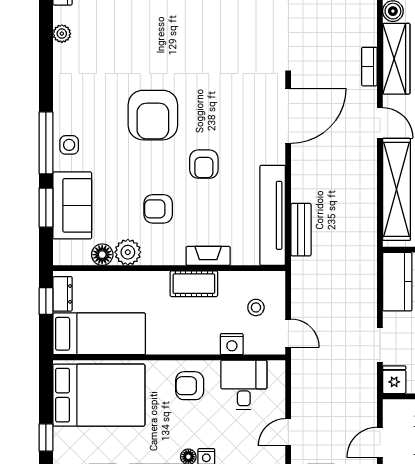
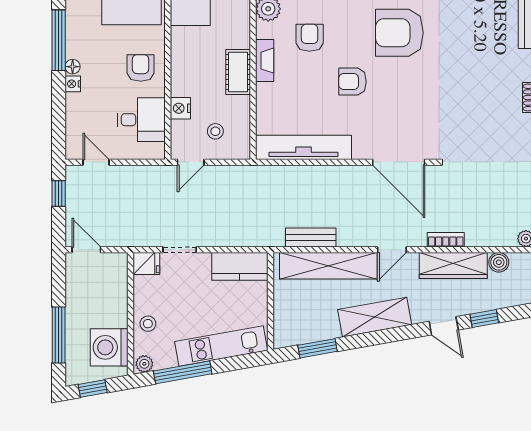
bench: (301, 230) -> (311, 238), moved
fireplace: (208, 256) -> (265, 61), moved

